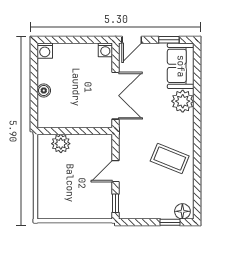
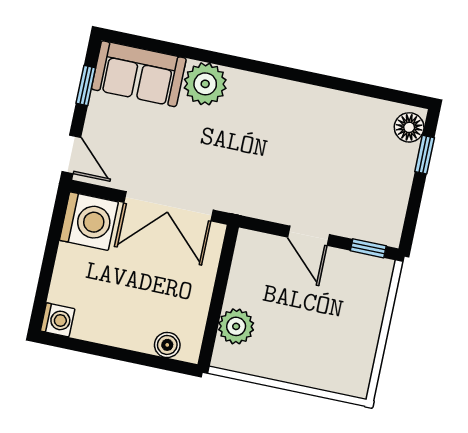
washing machine: (105, 50) -> (89, 221), width x1.89, depth x1.89
boiler: (44, 91) -> (167, 345), moved
double door: (116, 96) -> (169, 206), swing flipped
coffee table: (170, 158) -> (306, 130), removed

